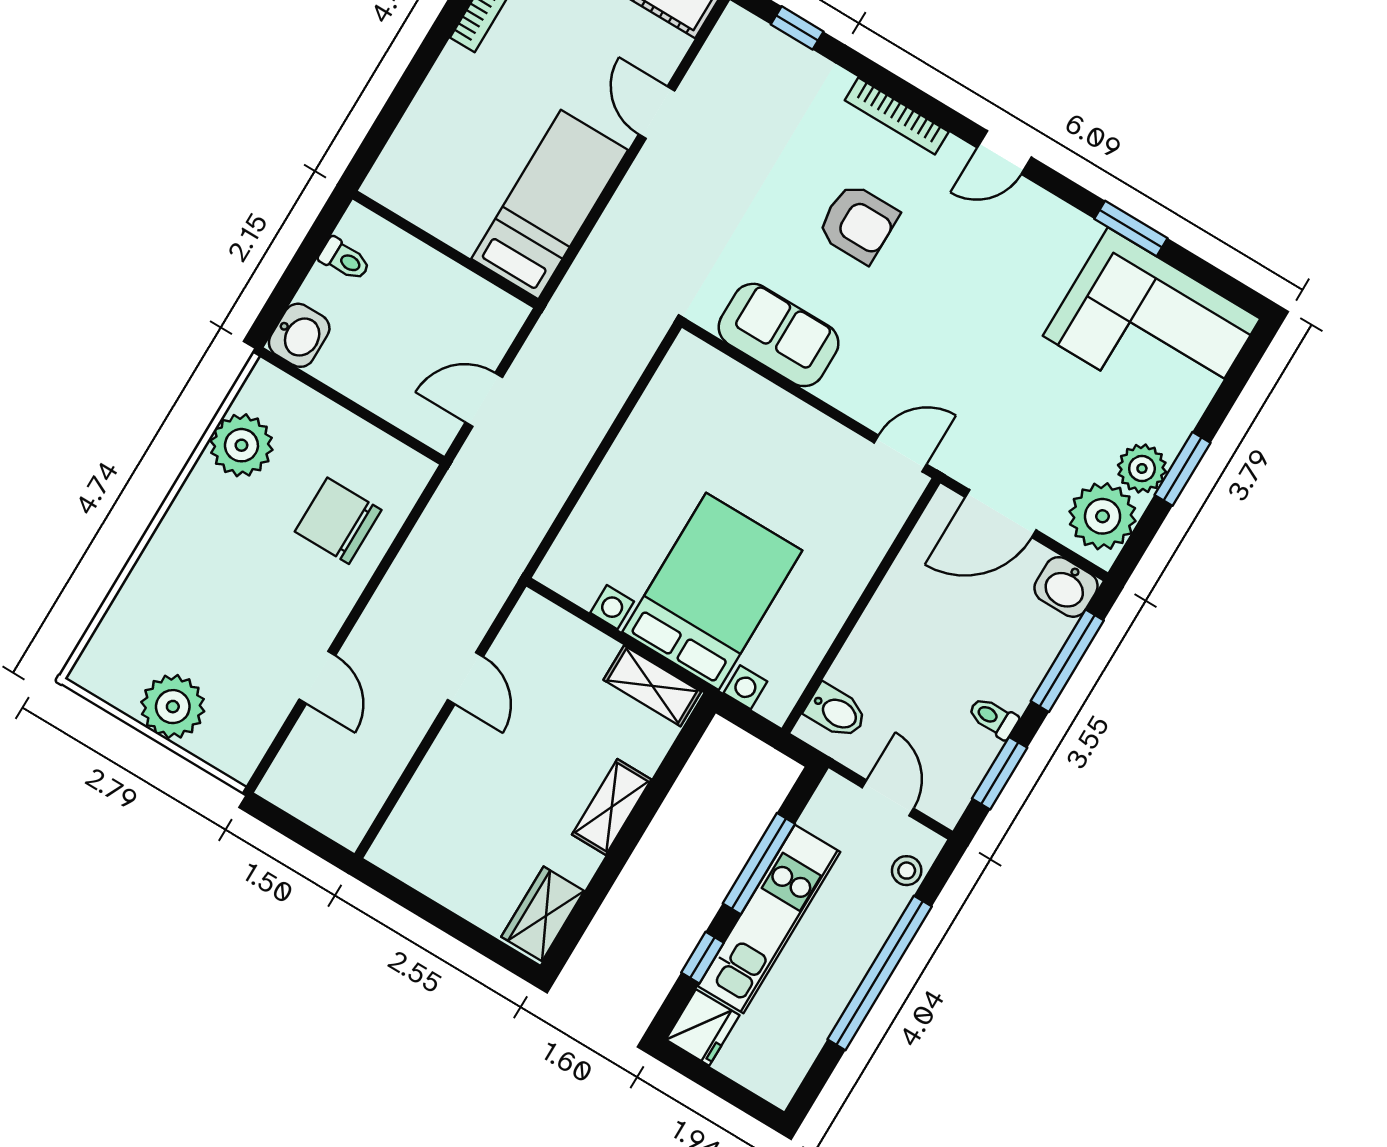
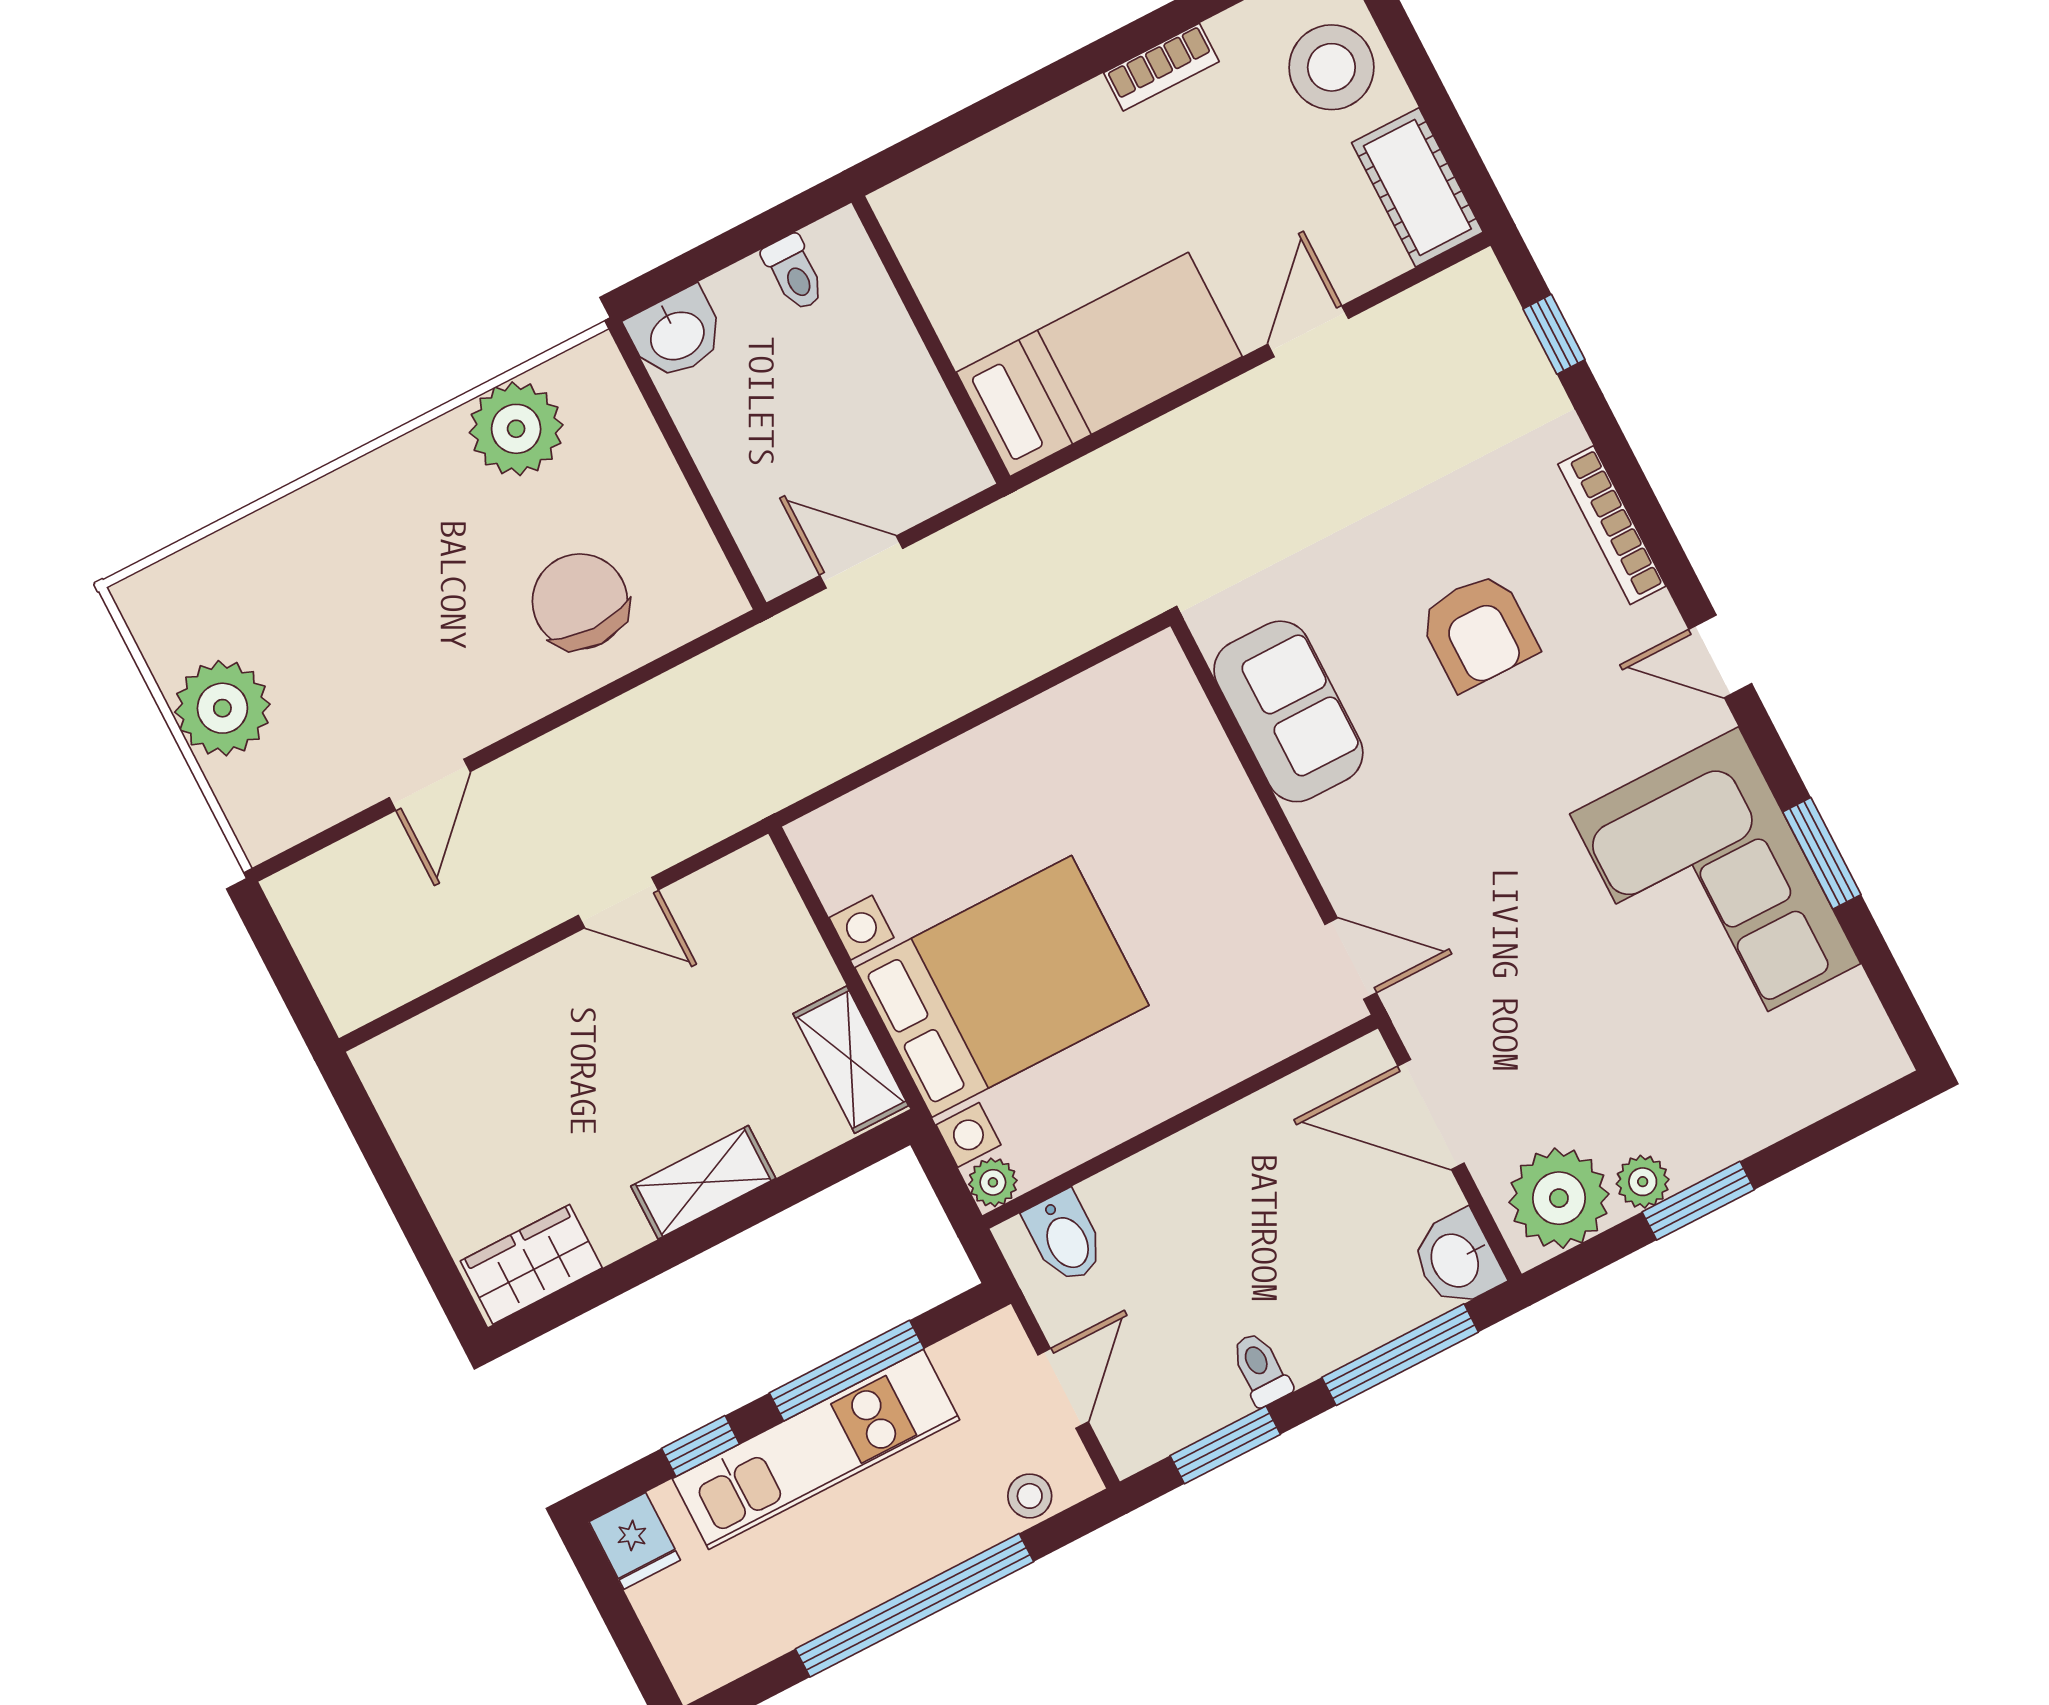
corner sofa: (1151, 327) -> (1715, 889), moved
plant: (1142, 468) -> (1643, 1182), width x0.73, depth x0.73
door: (465, 678) -> (618, 903), hinge flipped
plant: (776, 706) -> (993, 1182), added
fridge: (703, 1027) -> (635, 1541), width x0.72

